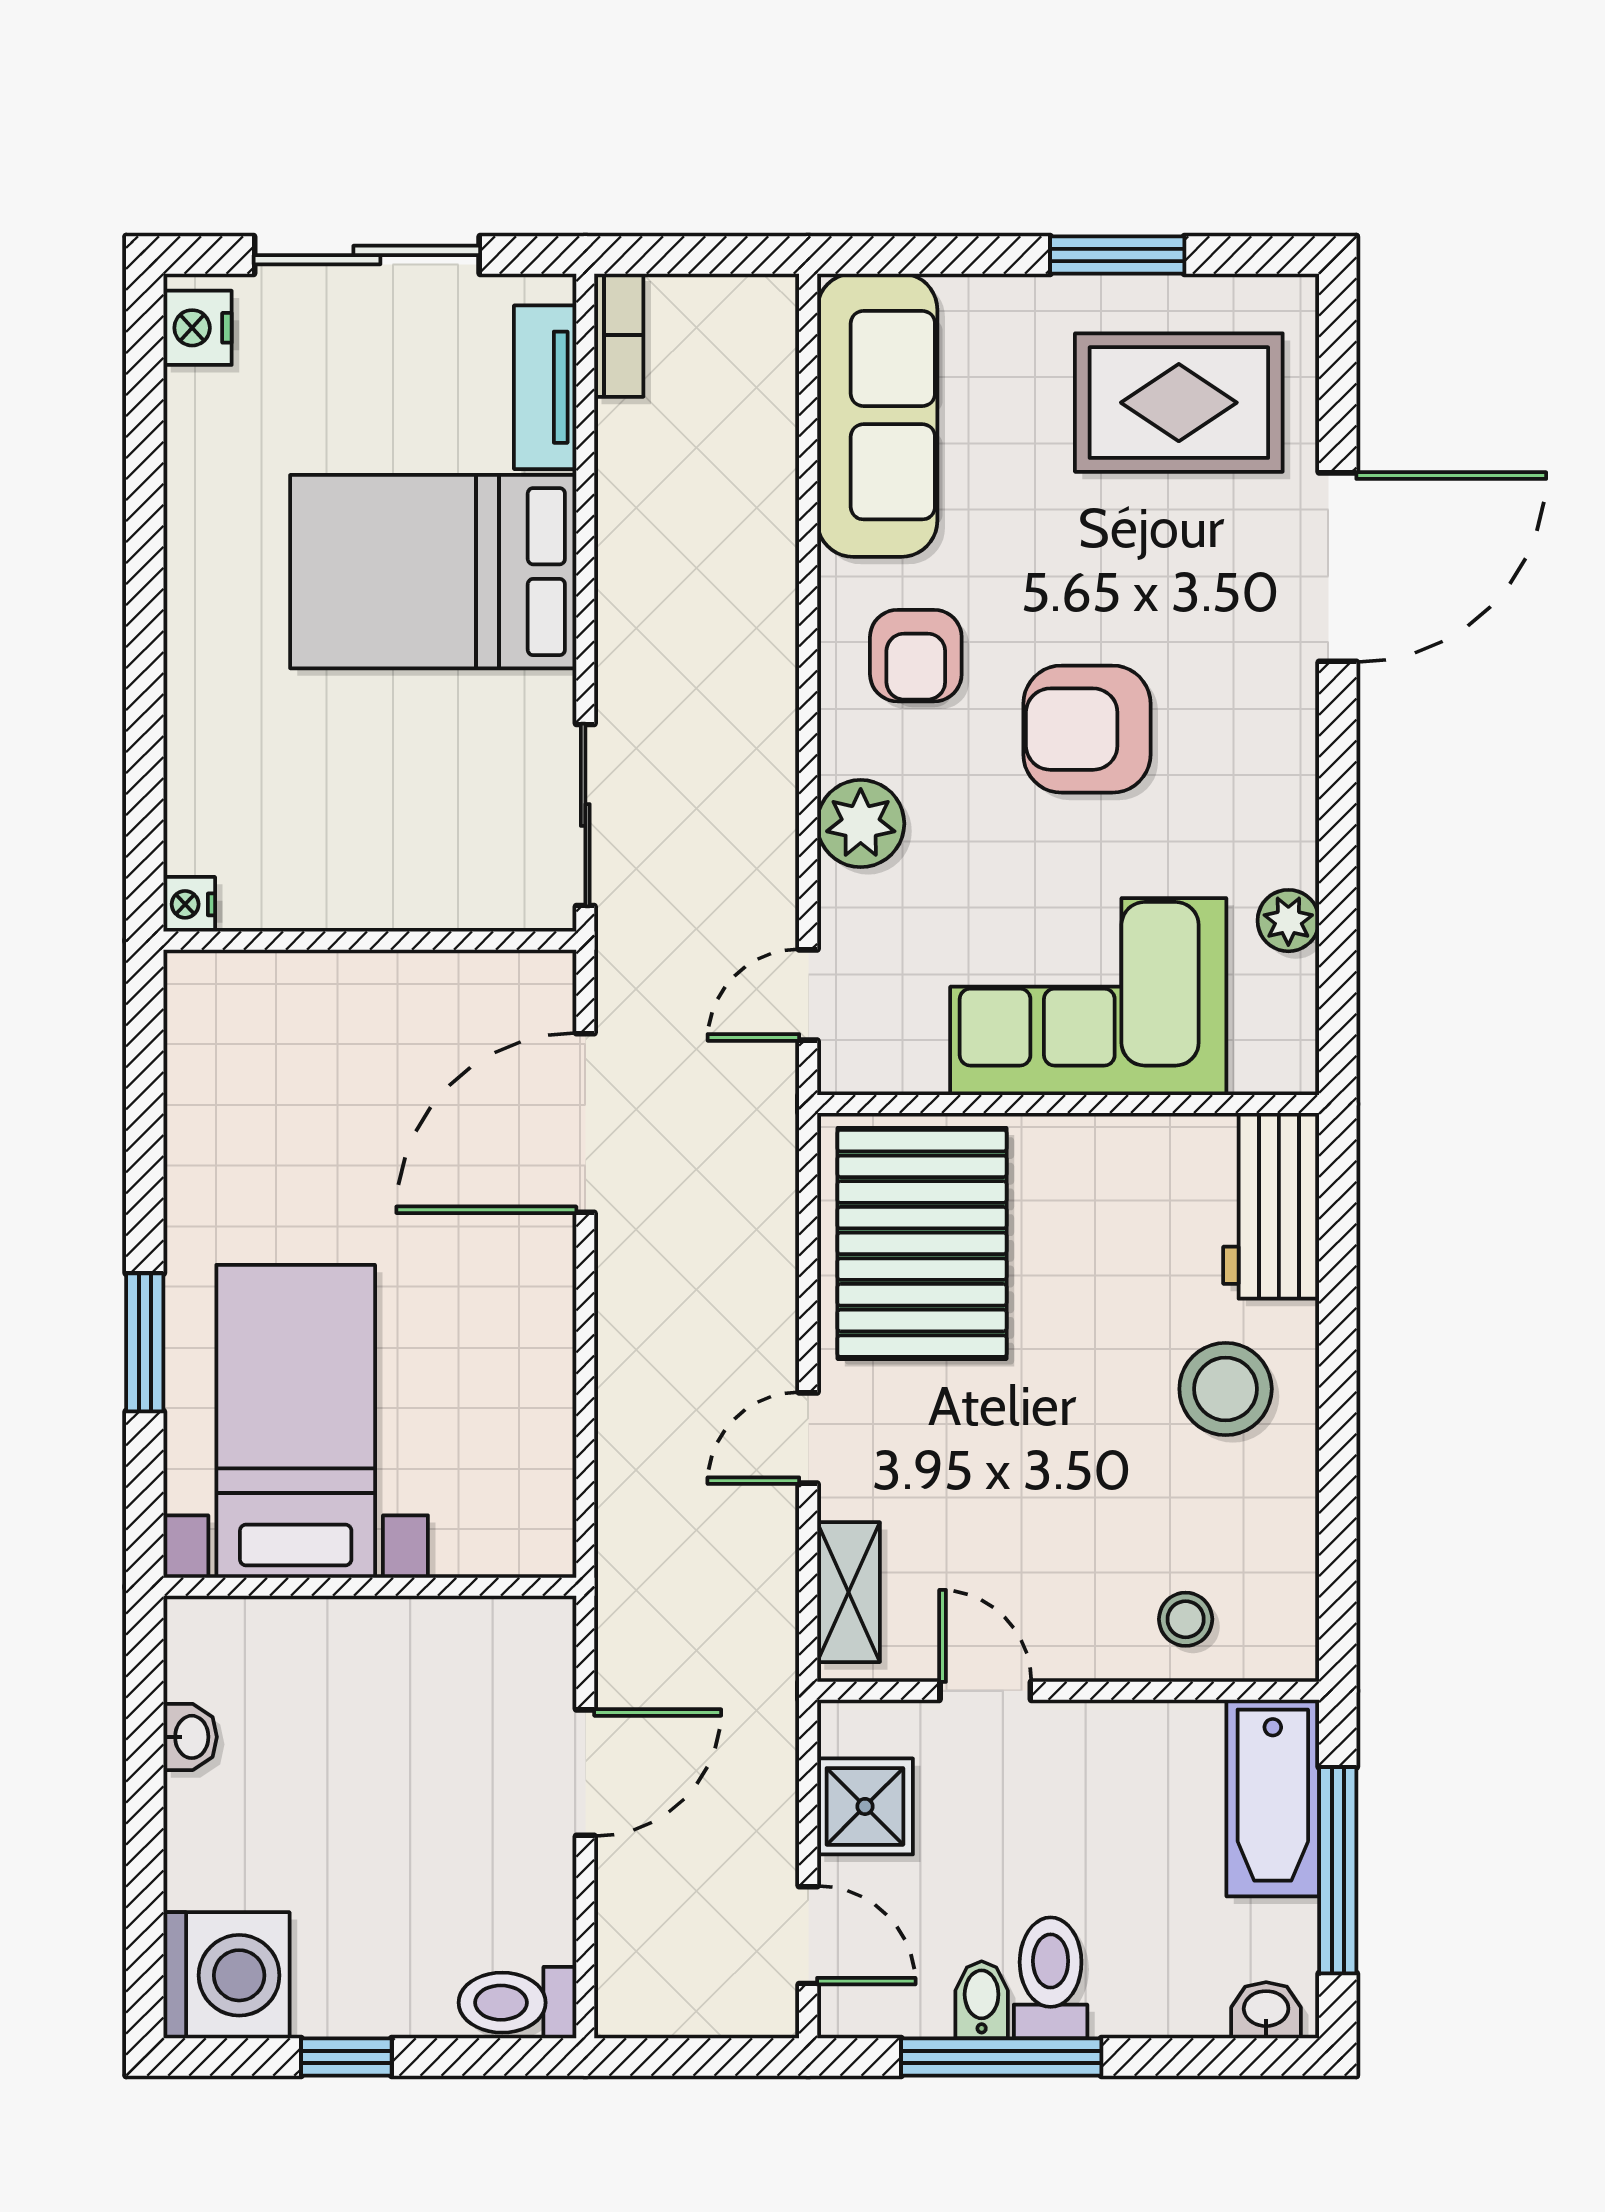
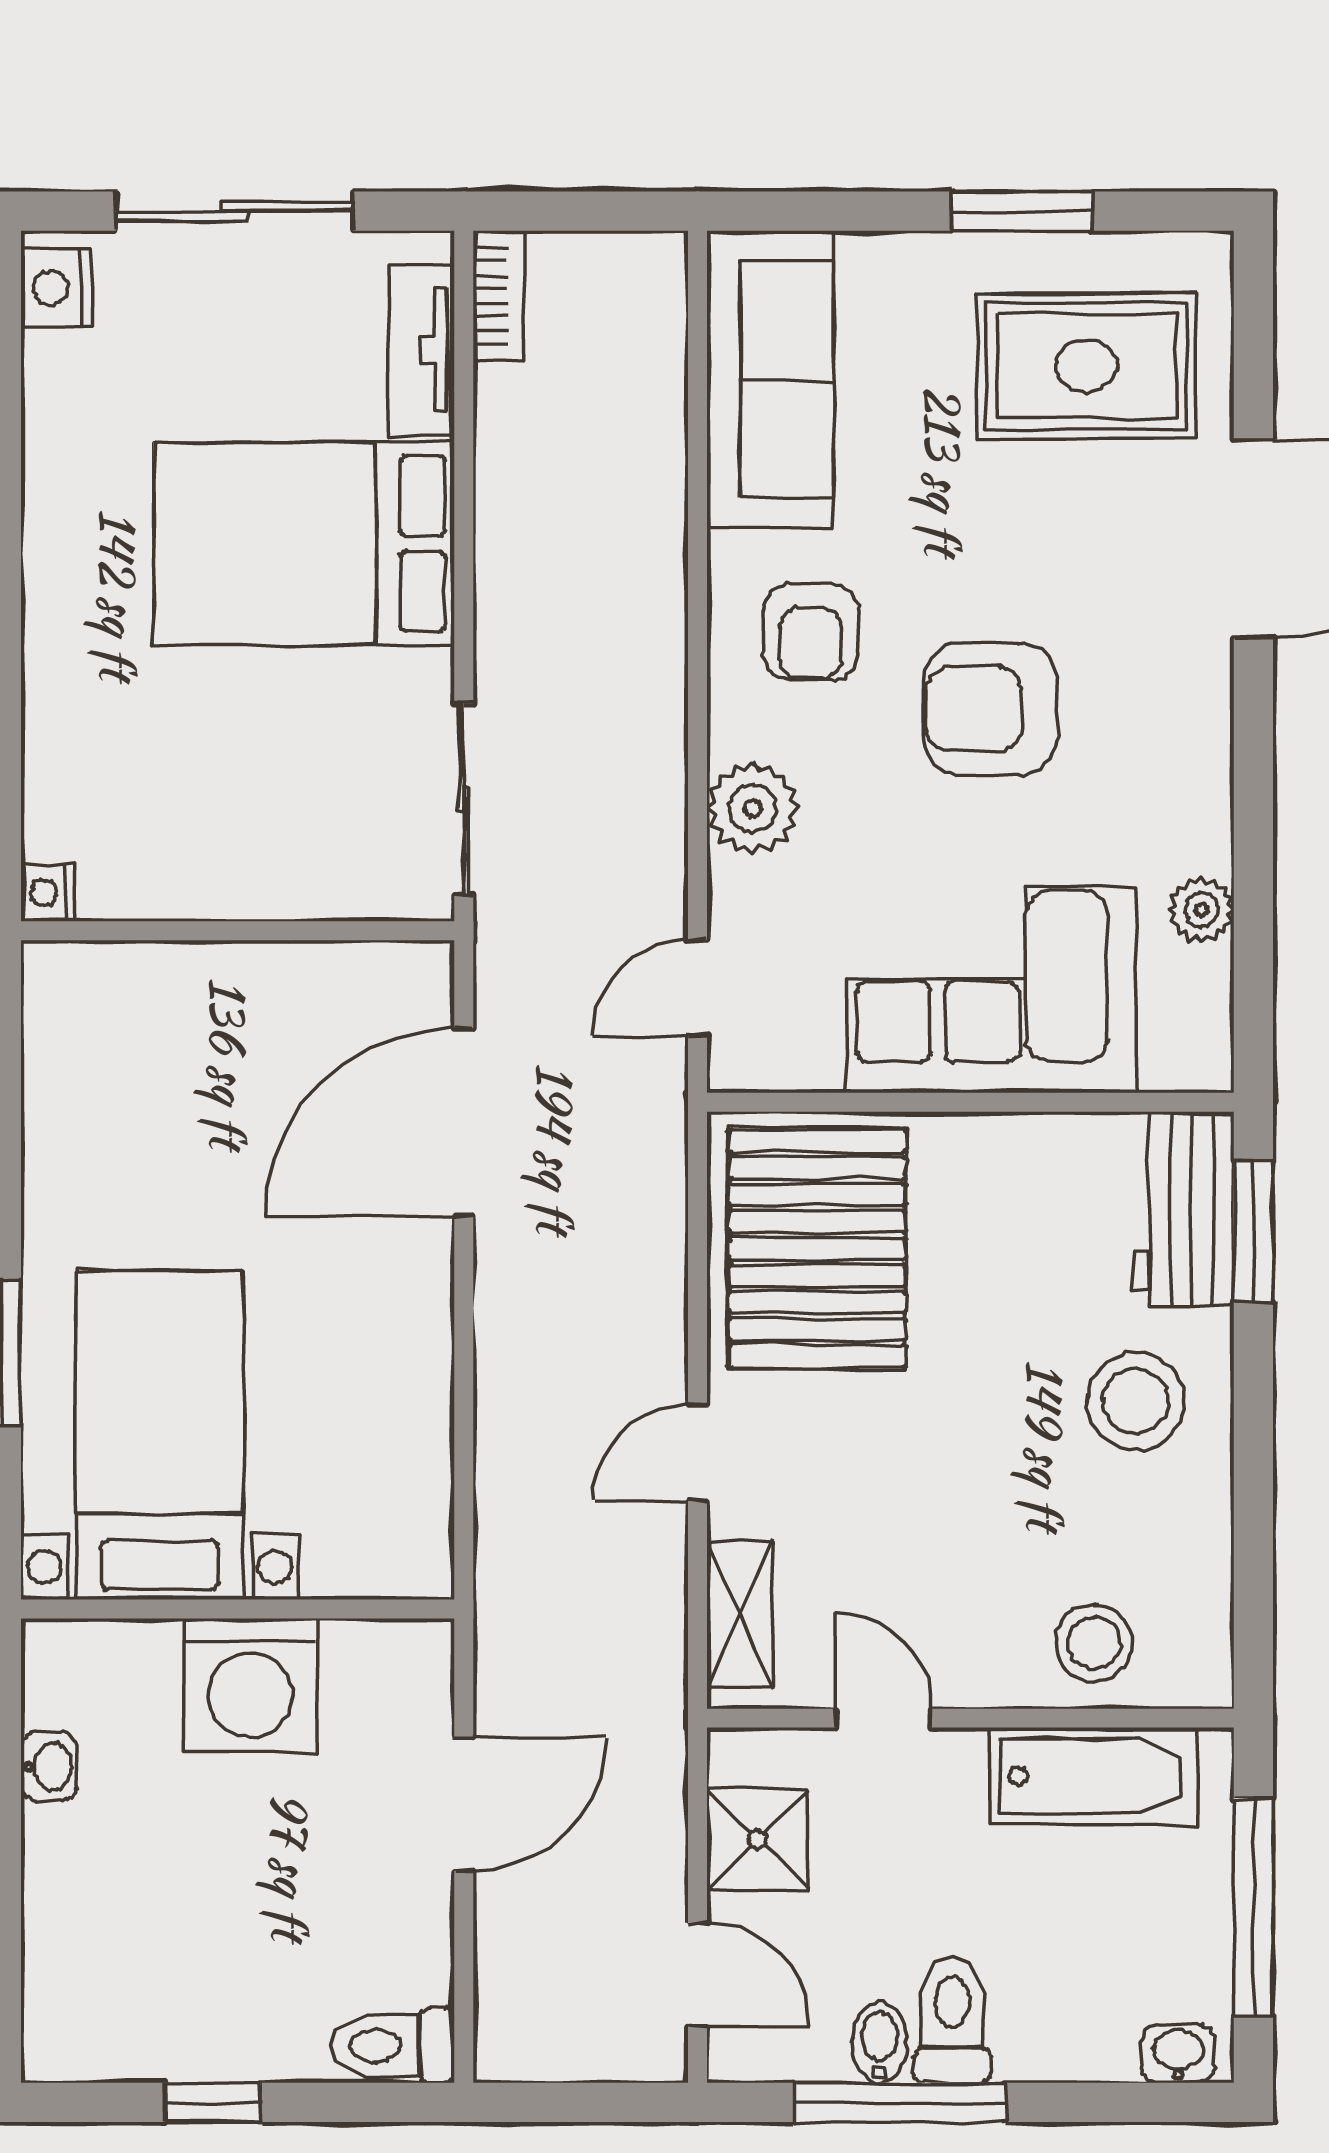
window: (1338, 1226) -> (1253, 1231), added
stool: (1186, 1619) -> (1094, 1643), width x1.37, depth x1.37
bathtub: (1273, 1798) -> (1093, 1776), moved, turned -90
washing machine: (226, 1975) -> (250, 1685), moved, turned 90

